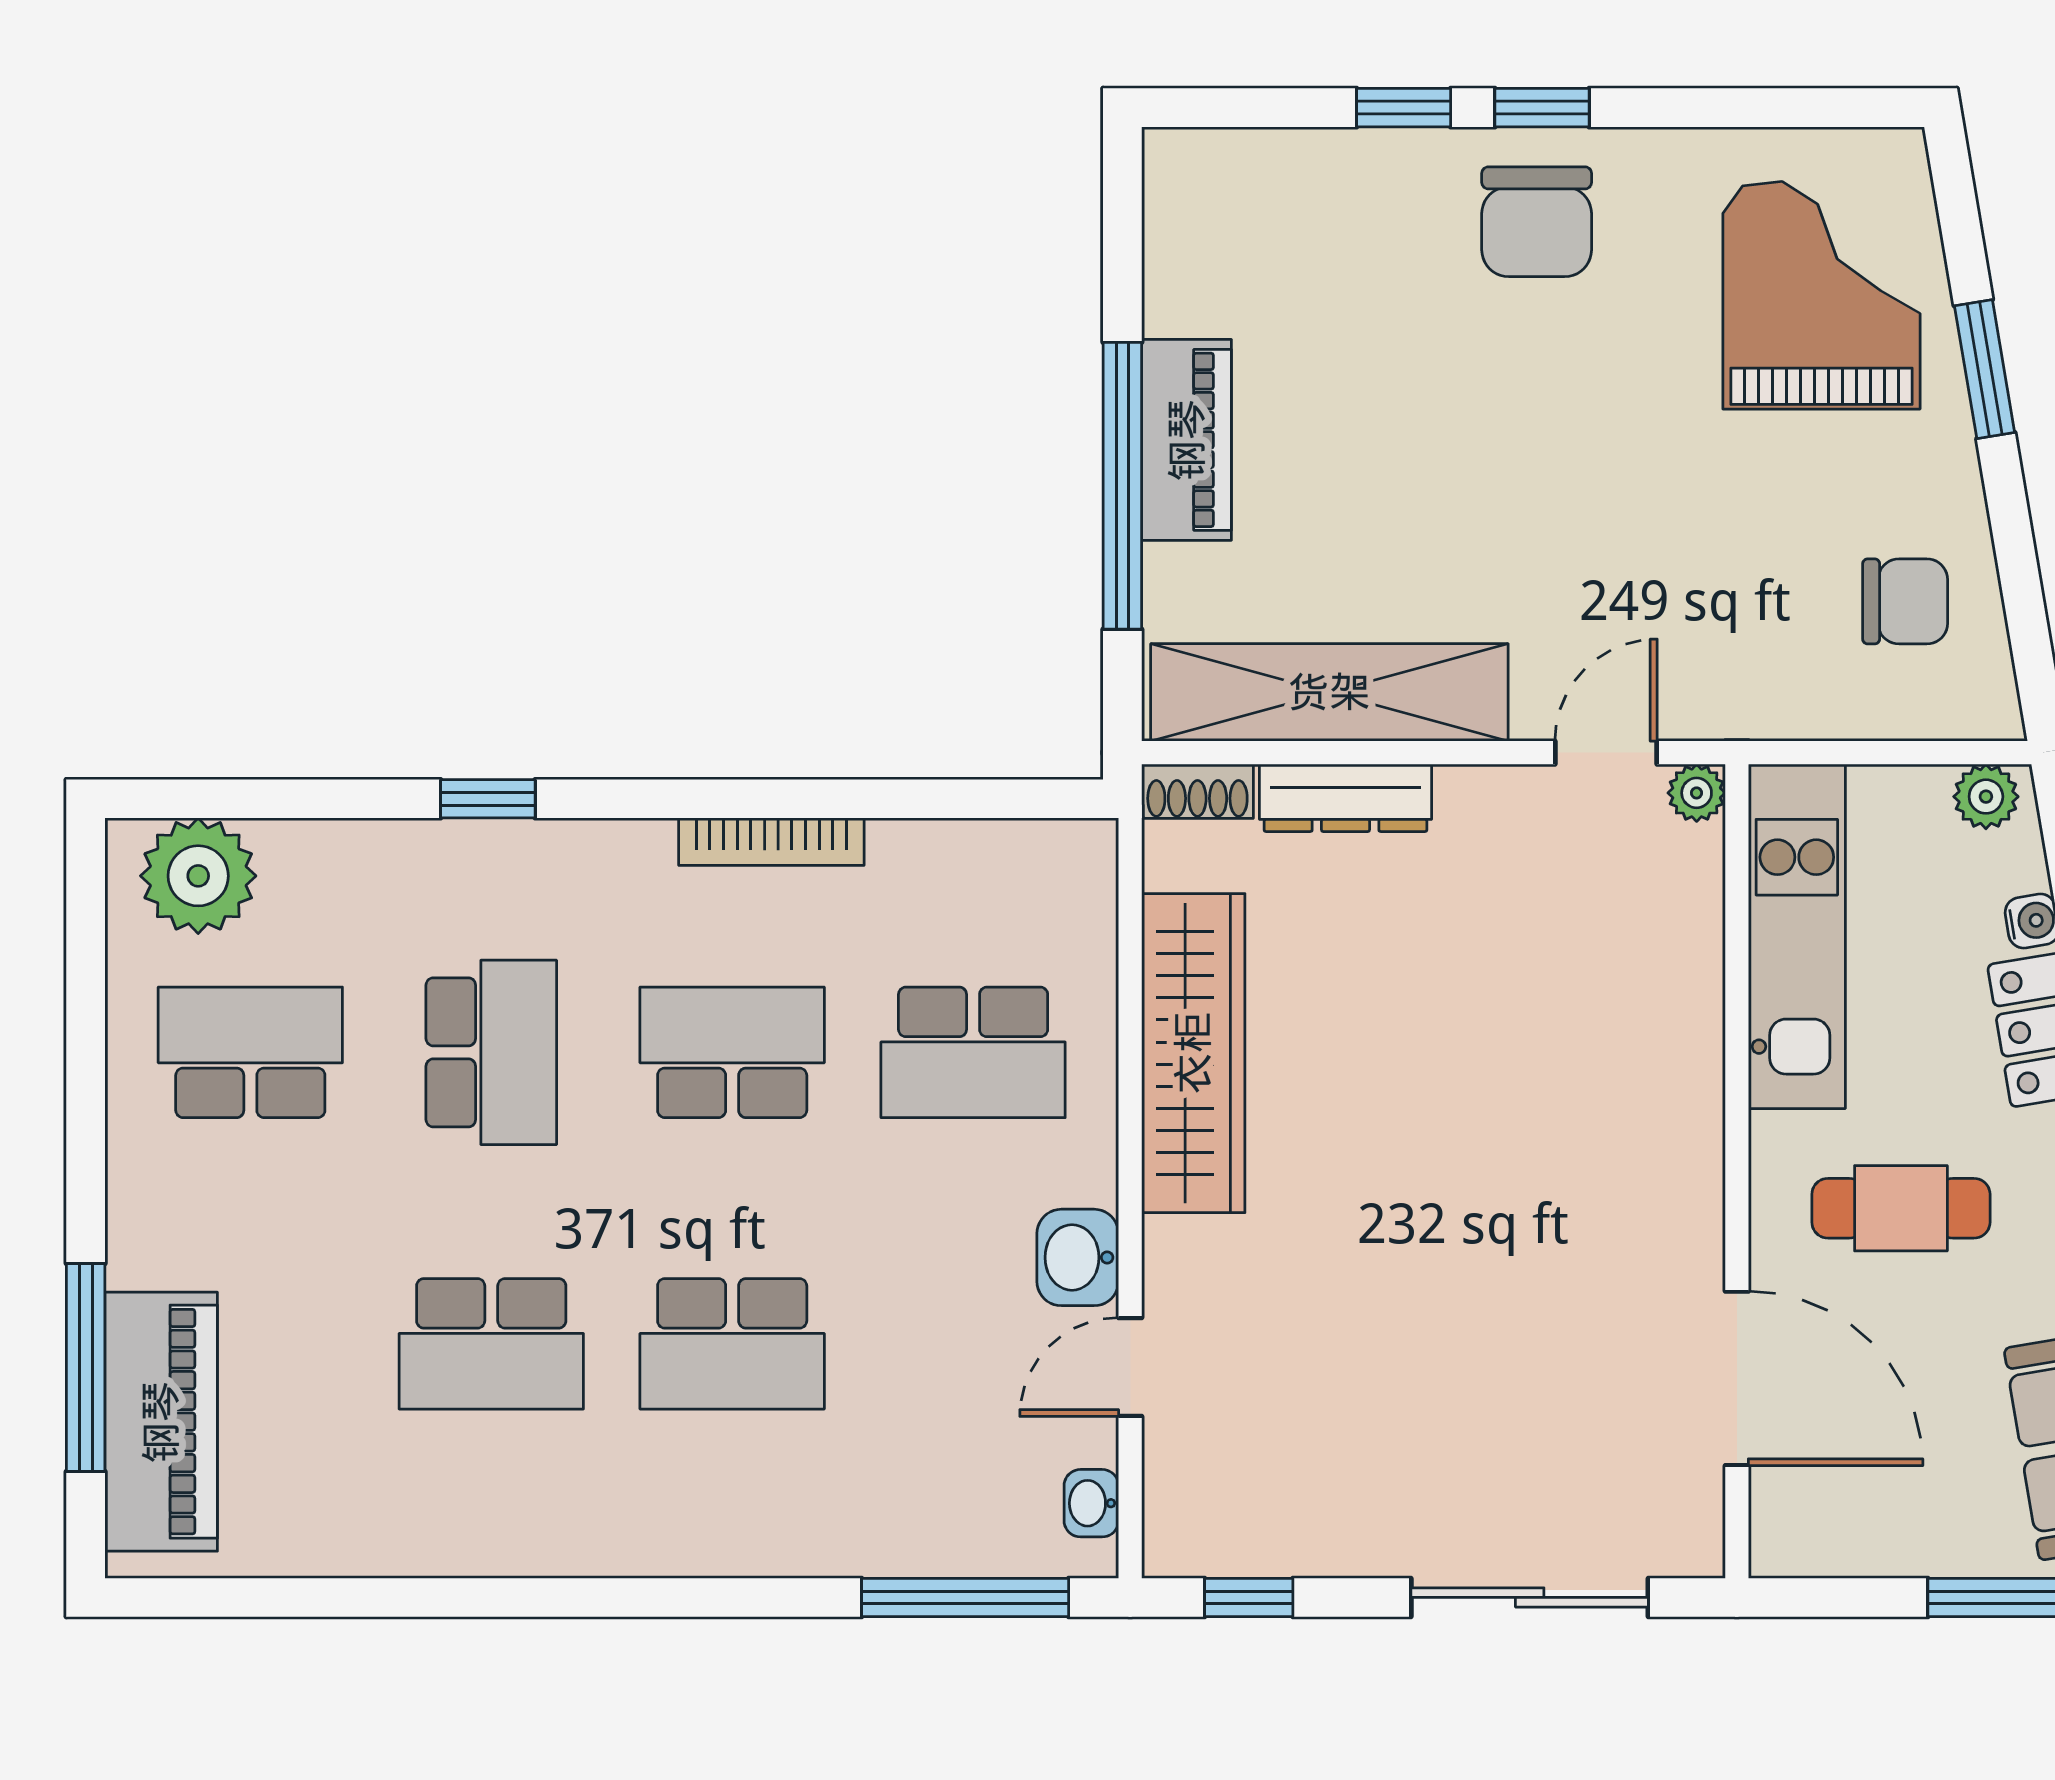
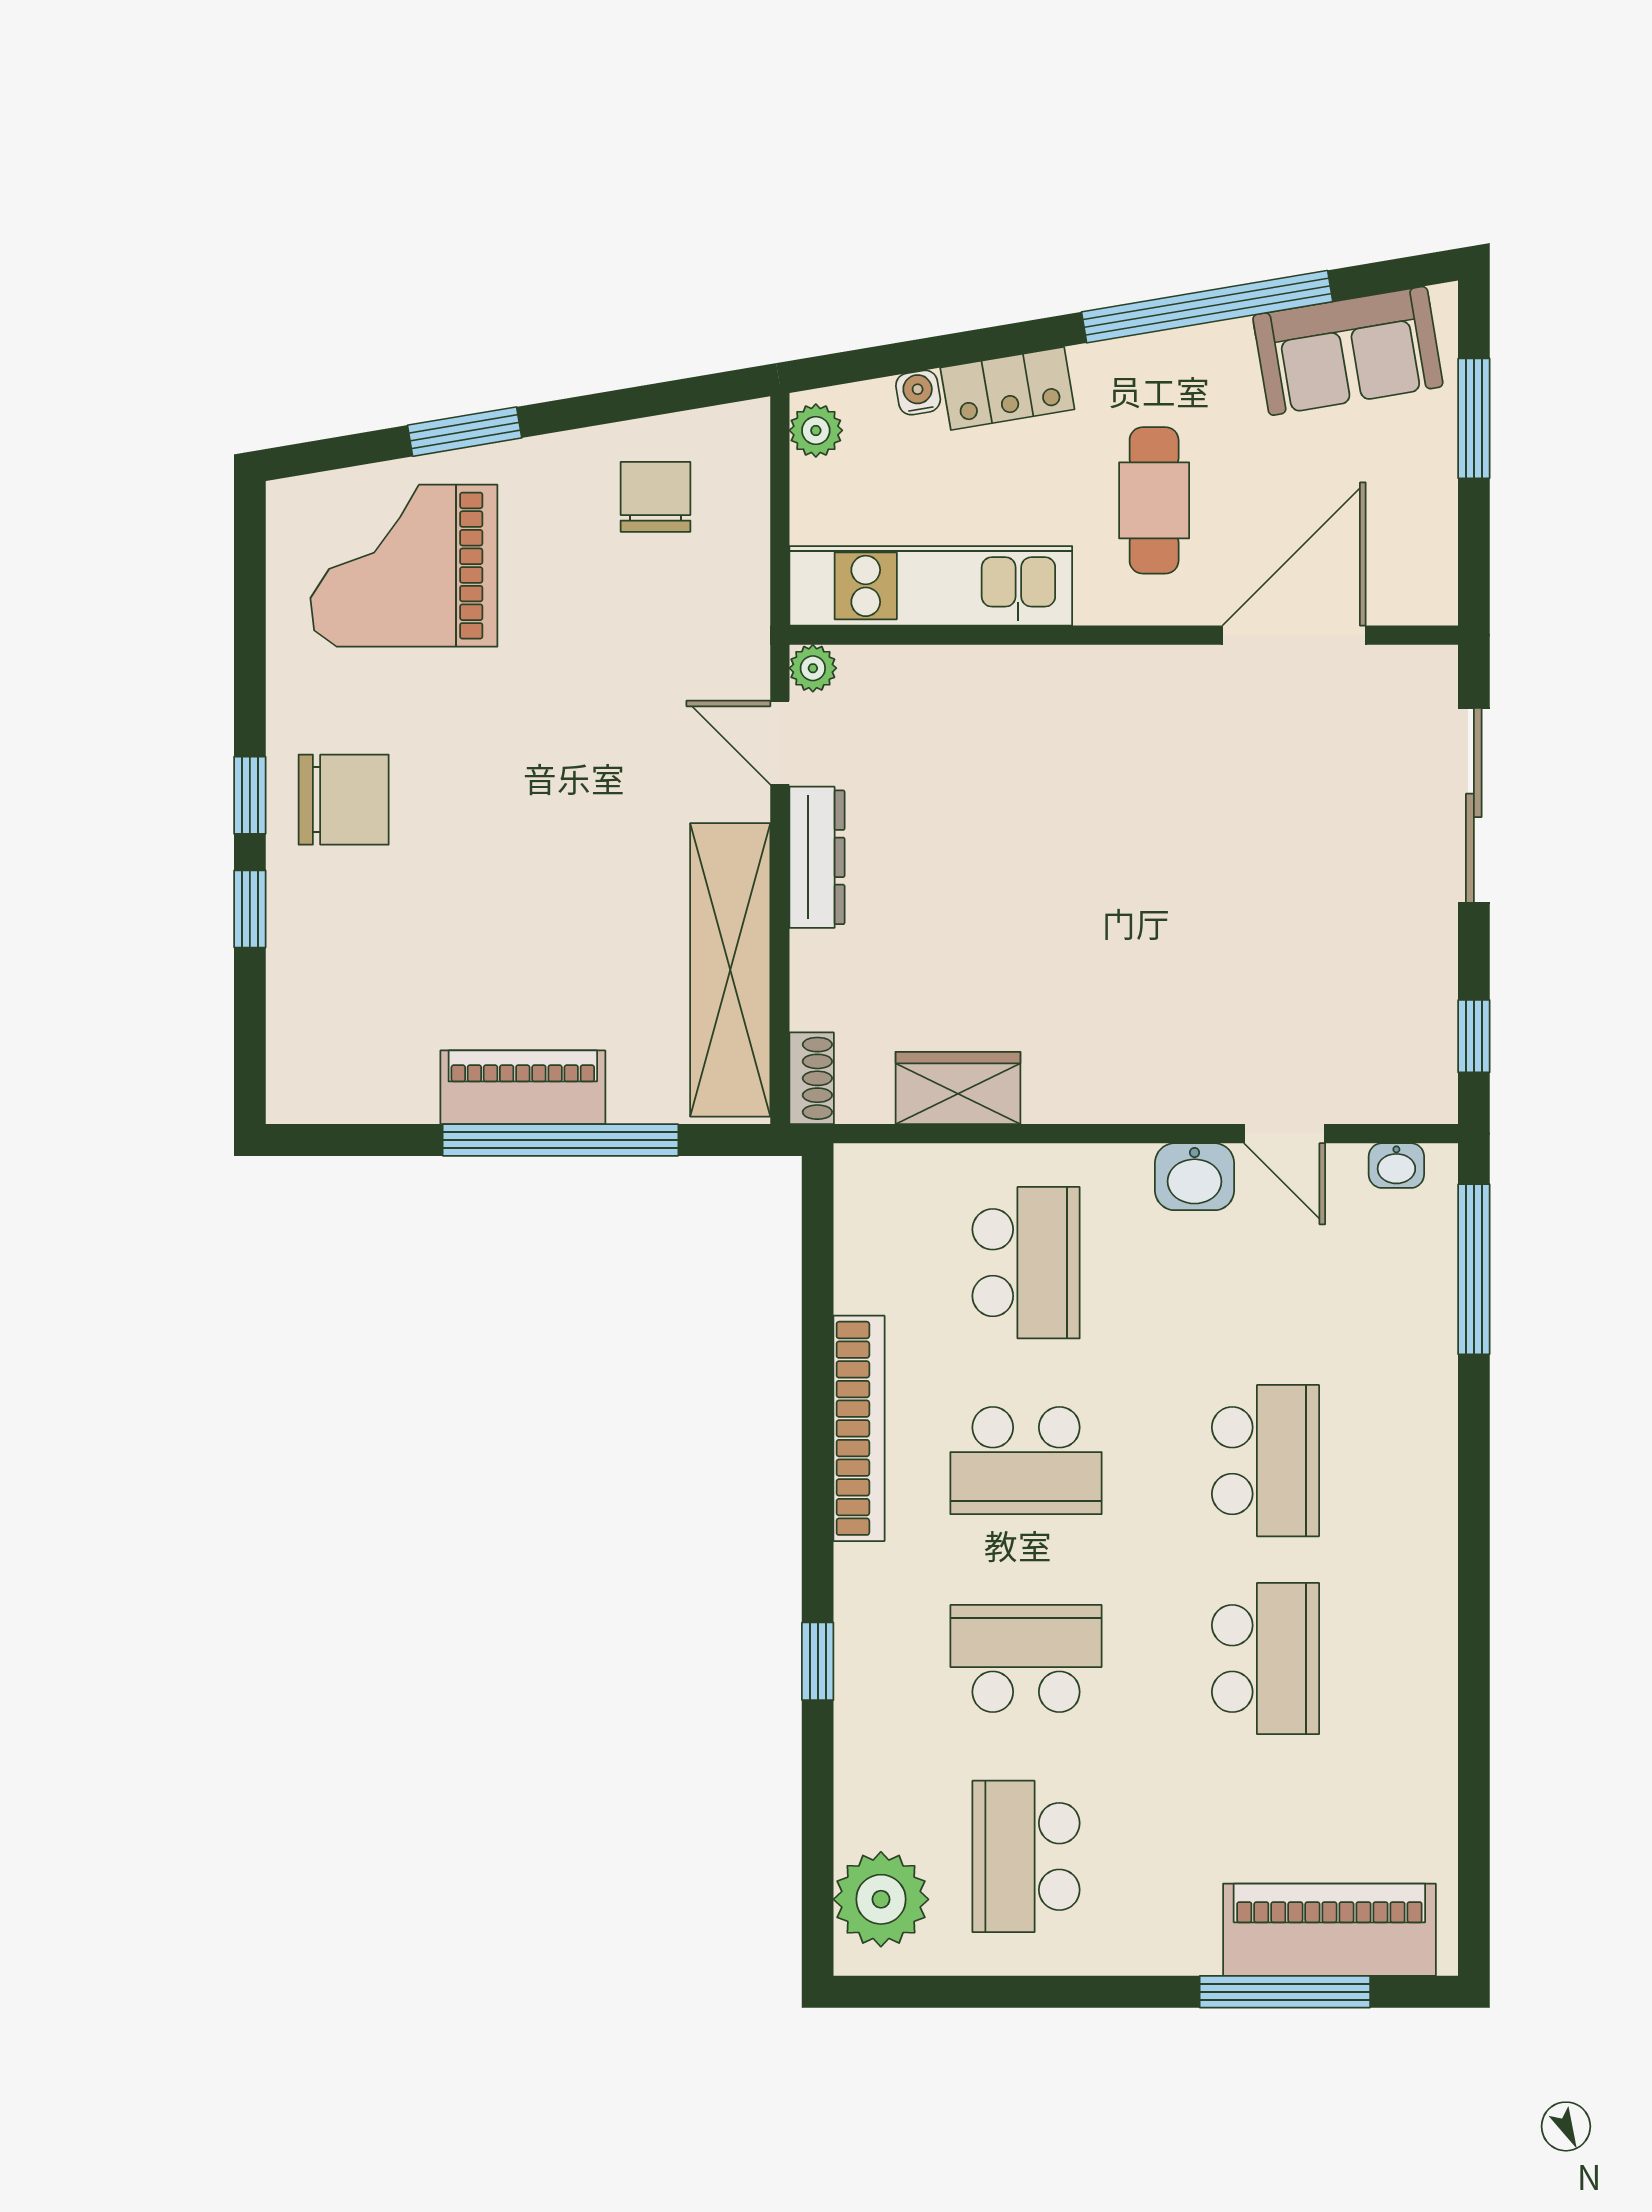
dresser: (1345, 798) -> (817, 857), moved
bookcase: (771, 842) -> (859, 1428), width x1.48, depth x1.31
school desk: (732, 1052) -> (1026, 1461), turned -90
wardrobe: (1193, 1053) -> (958, 1088), width x0.48, depth x0.85

